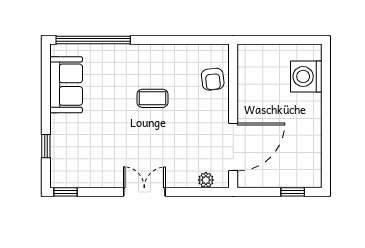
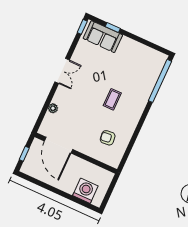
sofa: (66, 85) -> (103, 37), moved
wall: (233, 116) -> (76, 153), moved
door: (233, 147) -> (58, 145), moved

